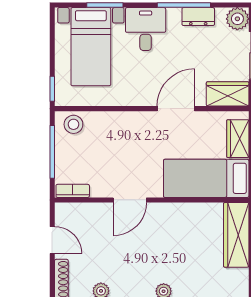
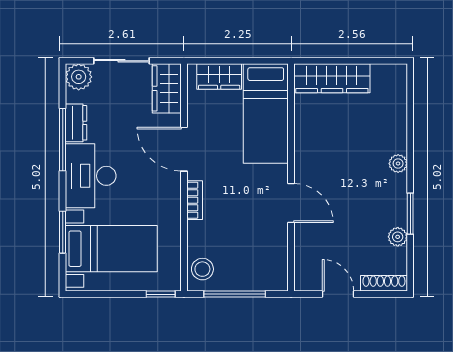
desk: (146, 29) -> (91, 176), width x1.37
bookcase: (73, 191) -> (195, 200), moved, turned 180
door: (52, 240) -> (338, 294), hinge flipped

